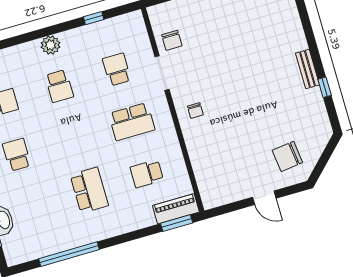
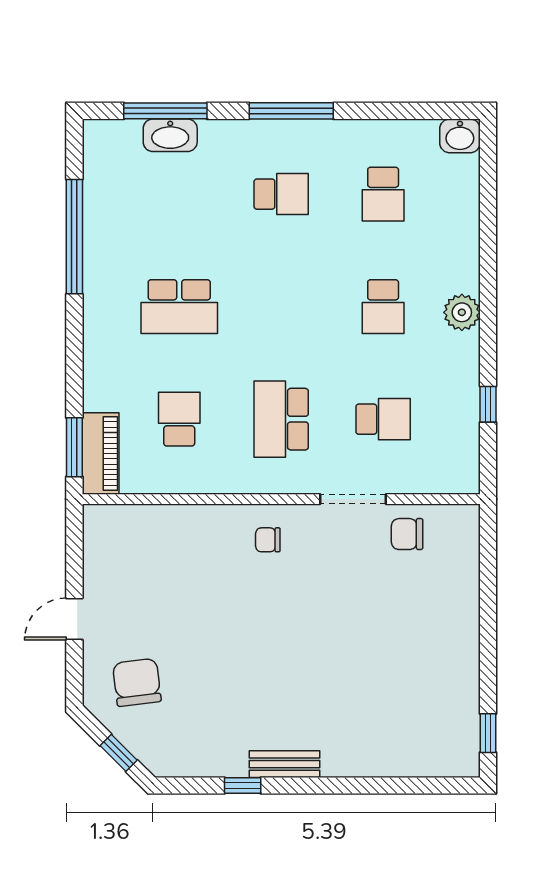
school desk: (59, 86) -> (383, 307), turned -90
window: (326, 155) -> (119, 753), added

